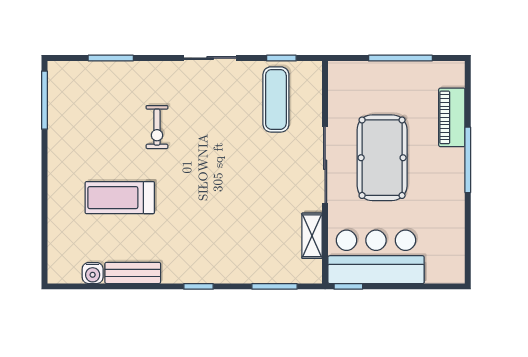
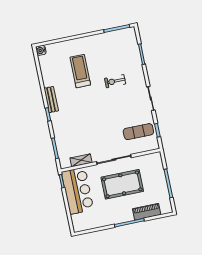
water cooler: (93, 273) -> (41, 50), moved
bench: (133, 273) -> (51, 100), moved

